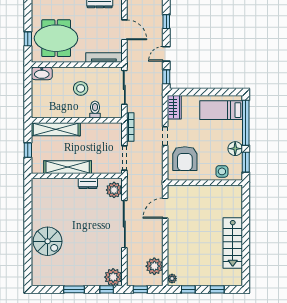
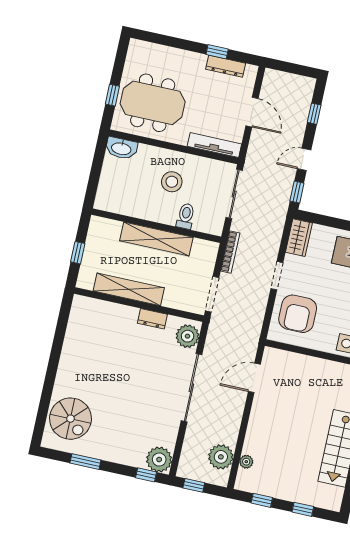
shelving: (56, 129) -> (156, 239), moved
spiral stairs: (48, 241) -> (70, 419), moved
plant: (172, 279) -> (246, 462), moved
window: (74, 289) -> (85, 462), moved

